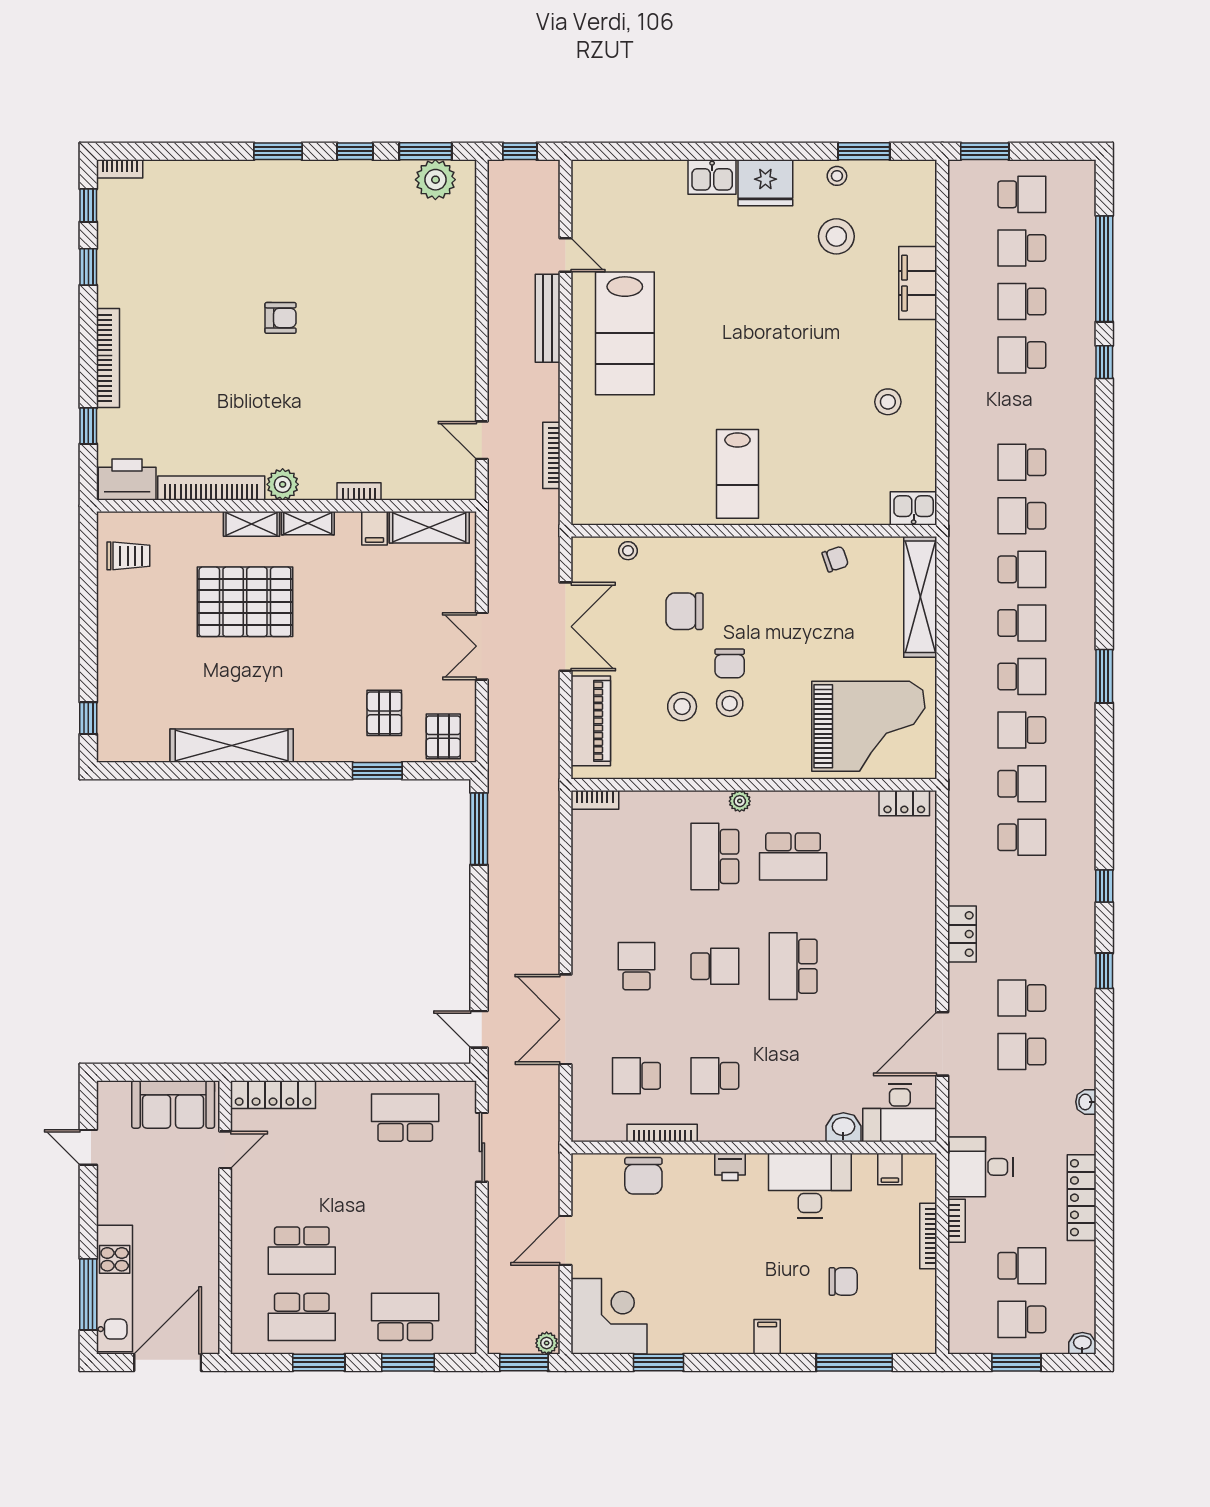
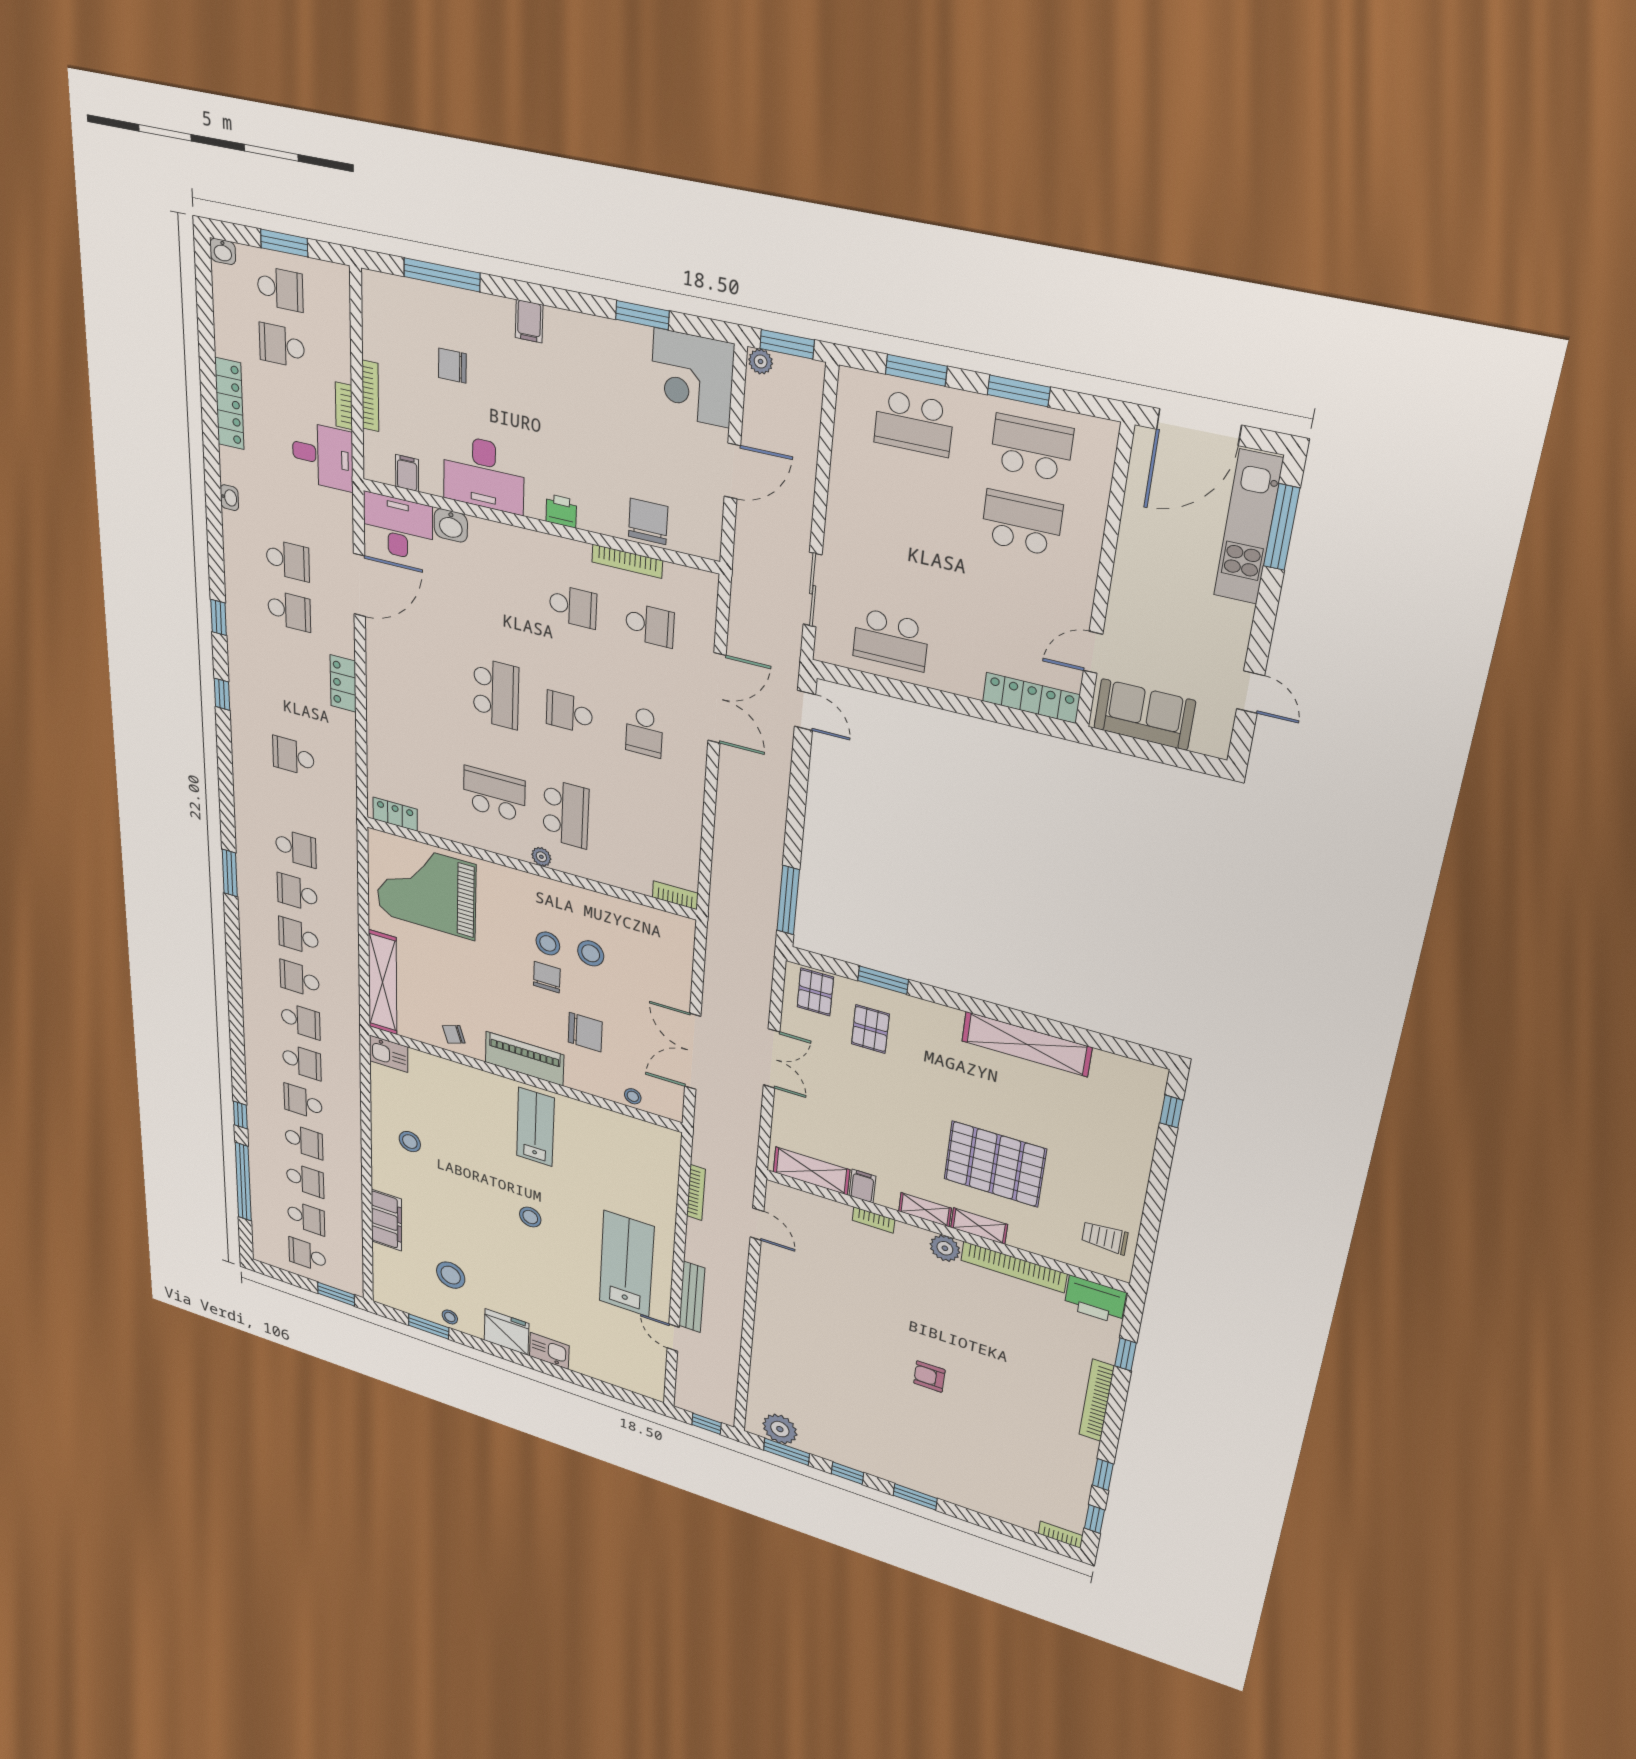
stool: (740, 353) -> (530, 1217), added
piano: (591, 721) -> (524, 1059), moved, turned 90
school desk: (1022, 784) -> (303, 1102), moved

